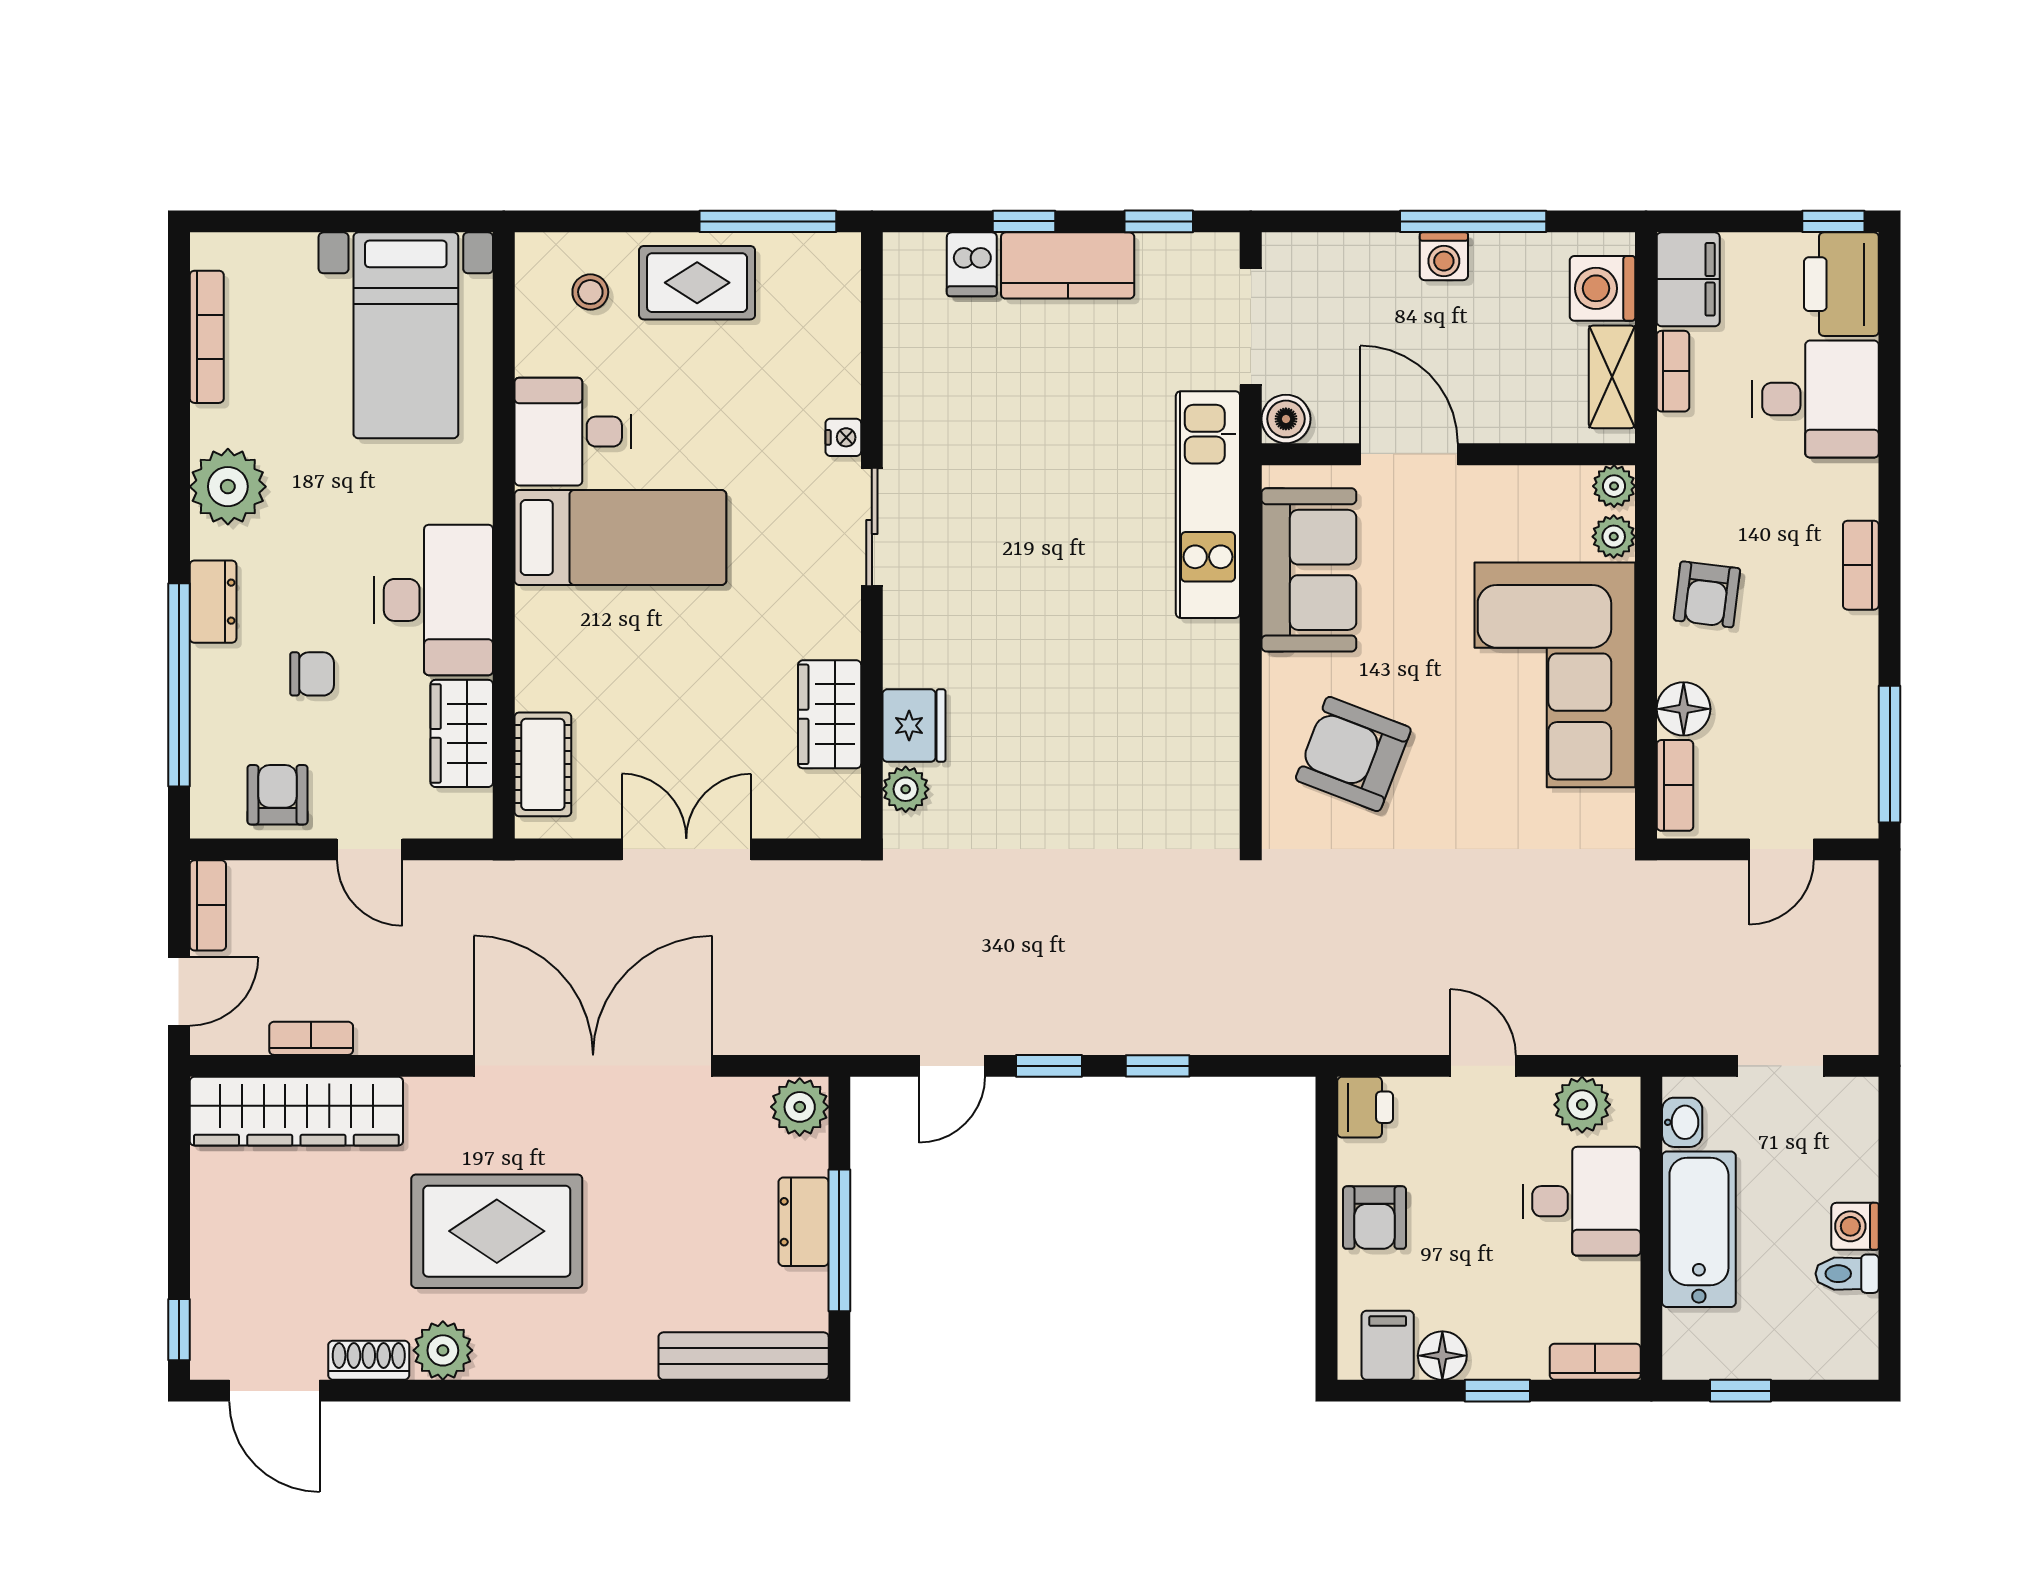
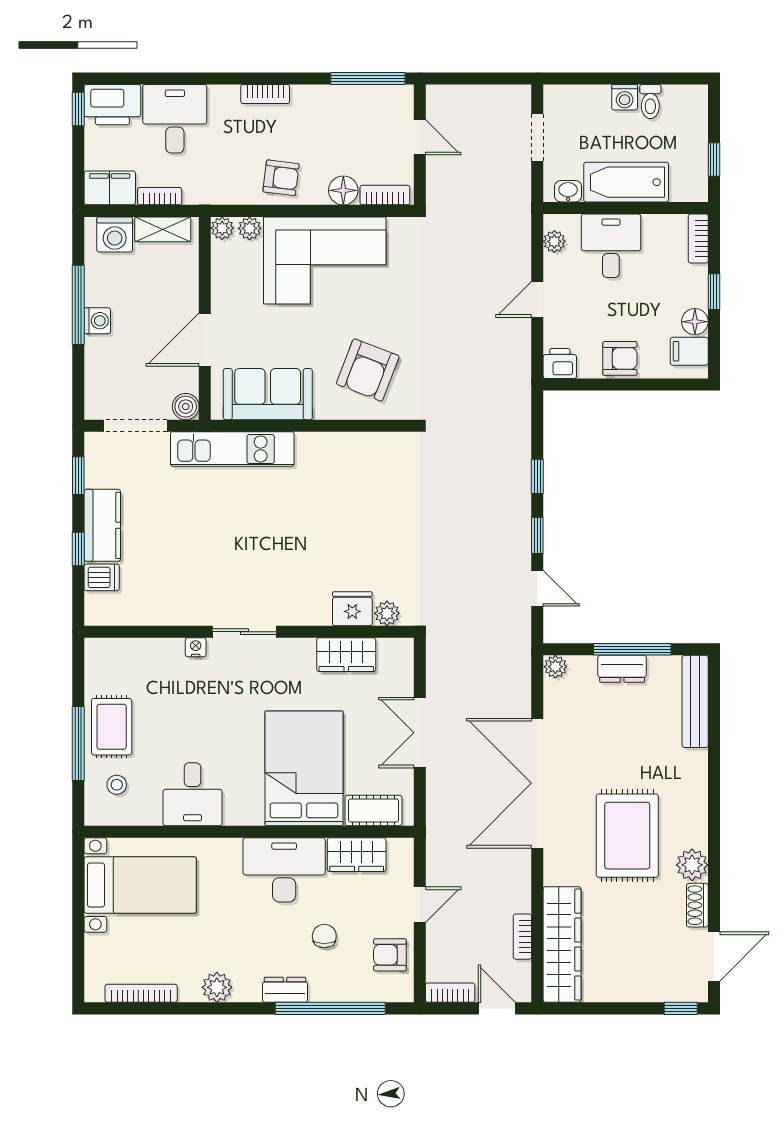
window: (768, 221) -> (78, 743), moved
plant: (228, 487) -> (217, 987), width x0.73, depth x0.73
bed: (620, 538) -> (304, 768), moved, width x1.50
plant: (1582, 1105) -> (554, 241), width x0.73, depth x0.73
plant: (800, 1107) -> (555, 667), width x0.73, depth x0.73

